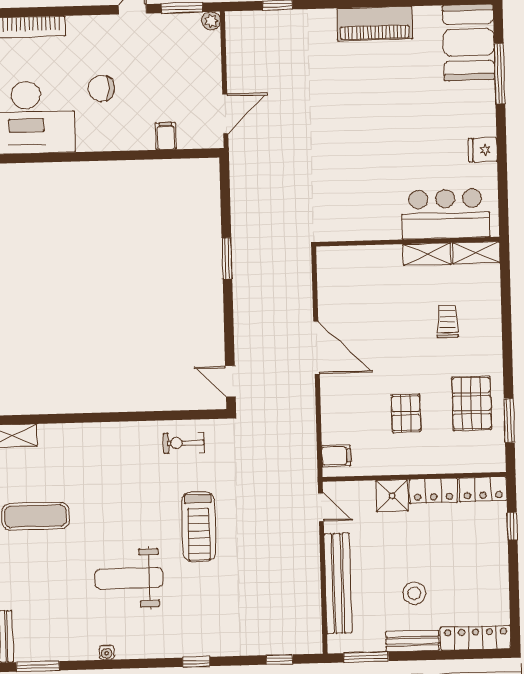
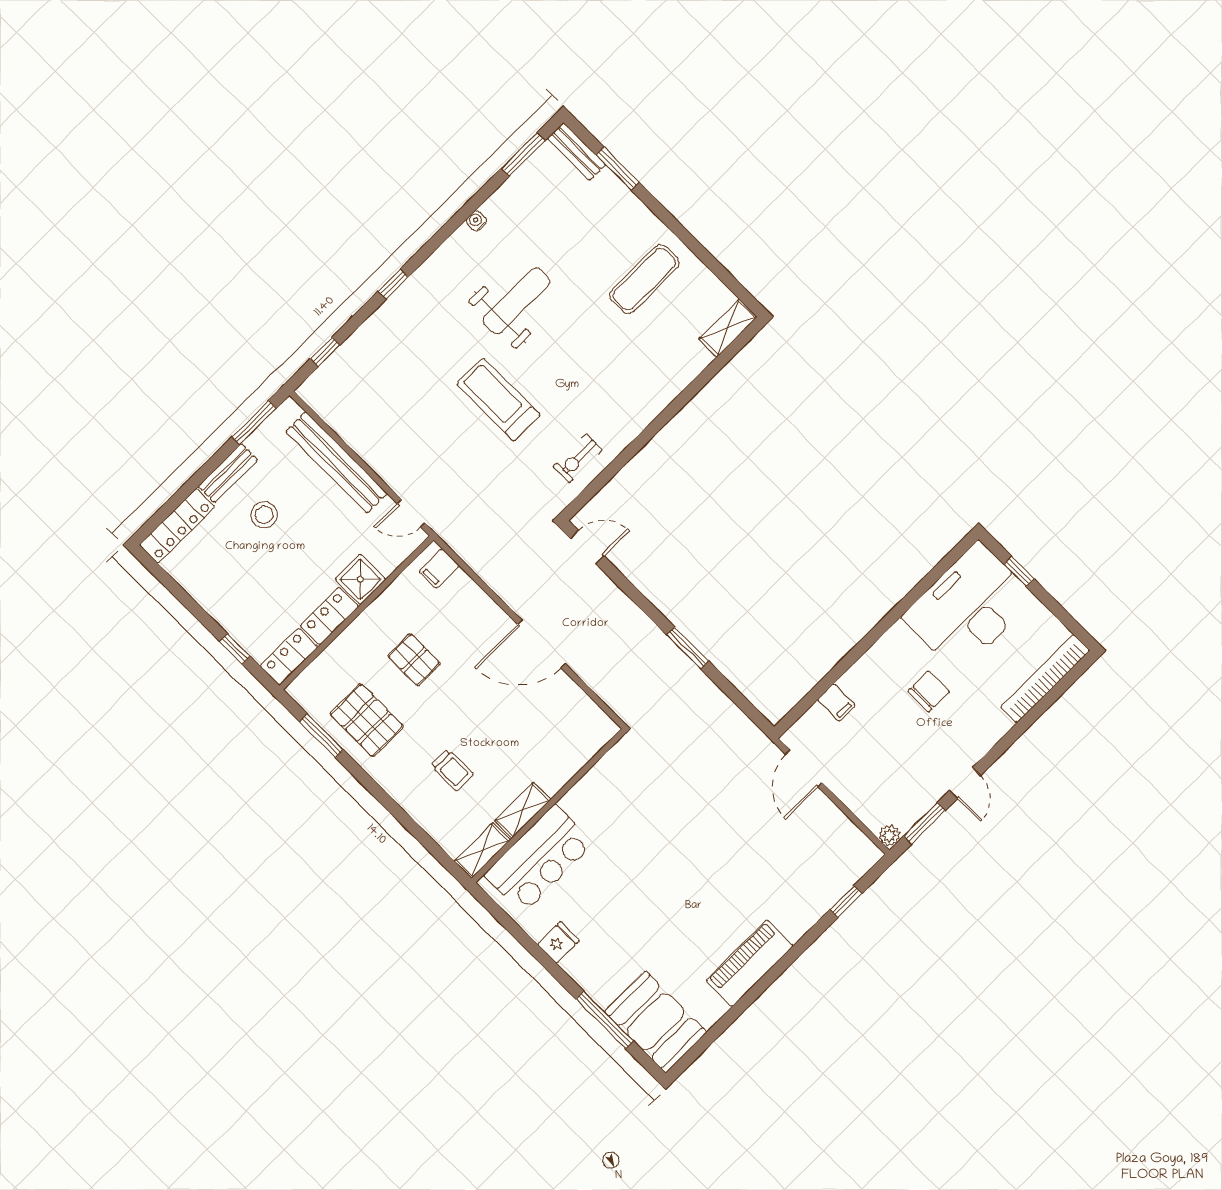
exercise bike: (184, 443) -> (578, 458), turned 180

